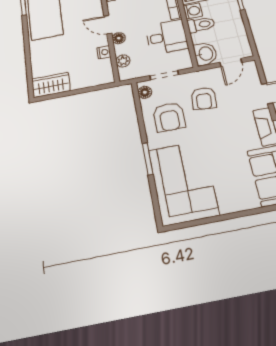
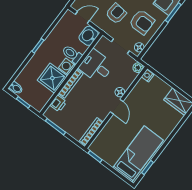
nightstand: (104, 52) -> (148, 76), moved
plant: (123, 61) -> (138, 68), moved
armchair: (169, 117) -> (142, 22), turned 90

